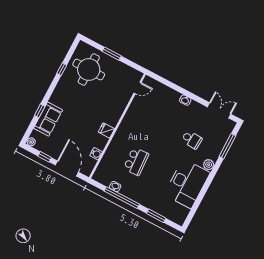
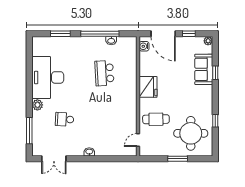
cafe table: (112, 98) -> (156, 119), added
fridge: (106, 130) -> (148, 87), width x1.88, depth x1.34
water cooler: (96, 154) -> (144, 46), moved

